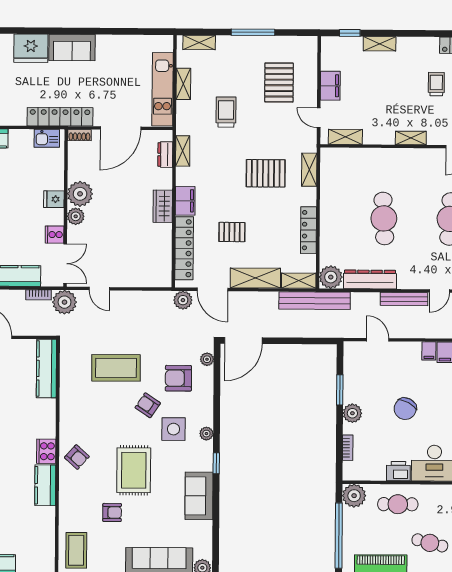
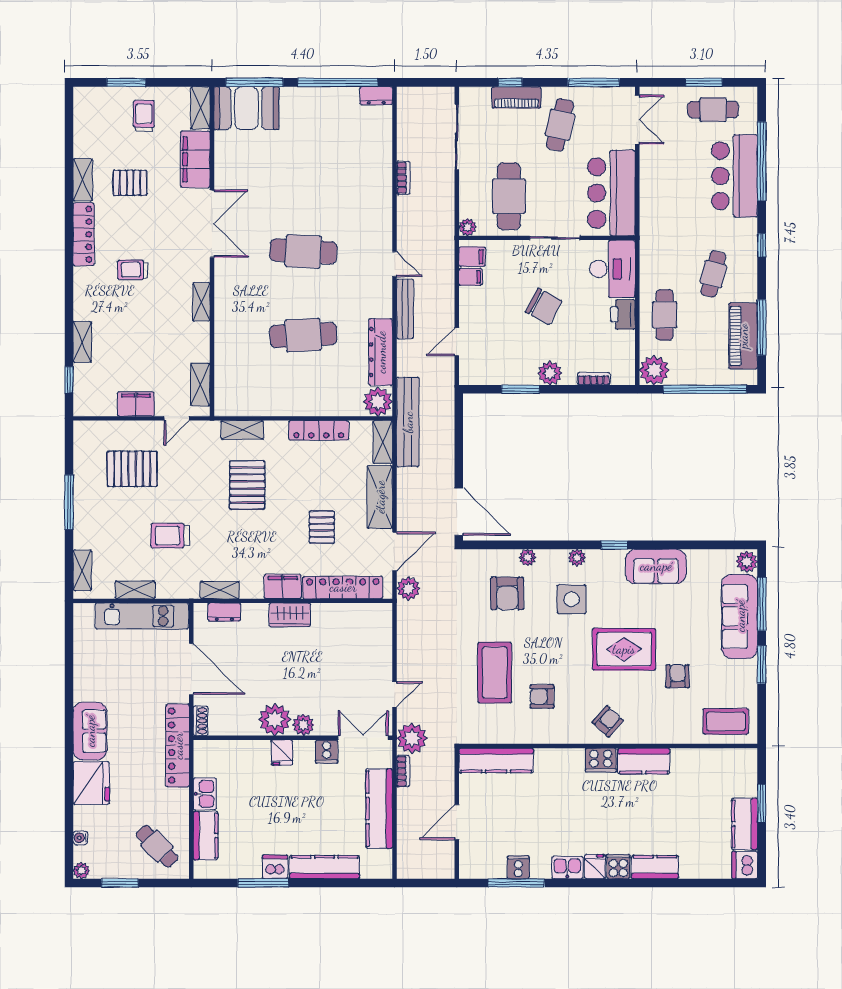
kitchen sink: (47, 138) -> (205, 794), moved
plant: (207, 359) -> (528, 557), moved
armchair: (148, 405) -> (542, 696), moved, turned 56

